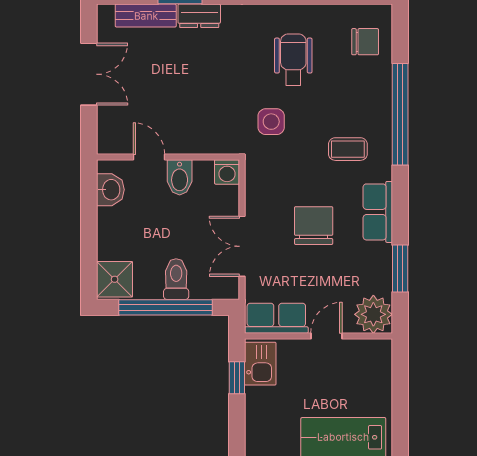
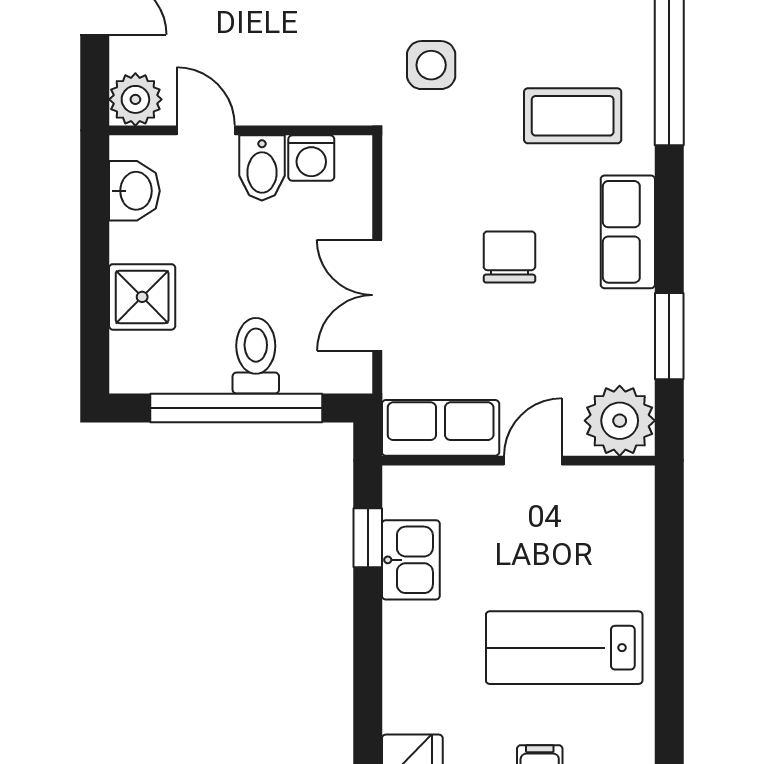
plant: (111, 140) -> (135, 99), added
coffee table: (348, 149) -> (573, 116), width x1.36, depth x1.30
washing machine: (227, 172) -> (311, 158), moved
chair: (314, 226) -> (509, 257), width x0.73, depth x0.73
shower: (115, 279) -> (142, 297), moved
kitchen sink: (260, 364) -> (411, 560), moved

